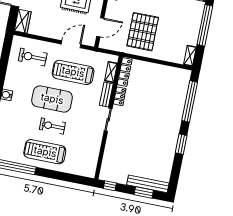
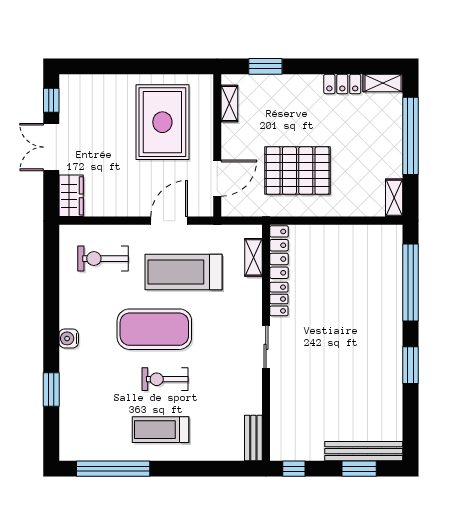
pallet: (143, 32) -> (298, 171), turned 90
bench: (106, 94) -> (253, 438), moved
treadmill: (45, 152) -> (160, 430), width x0.73, depth x0.73

